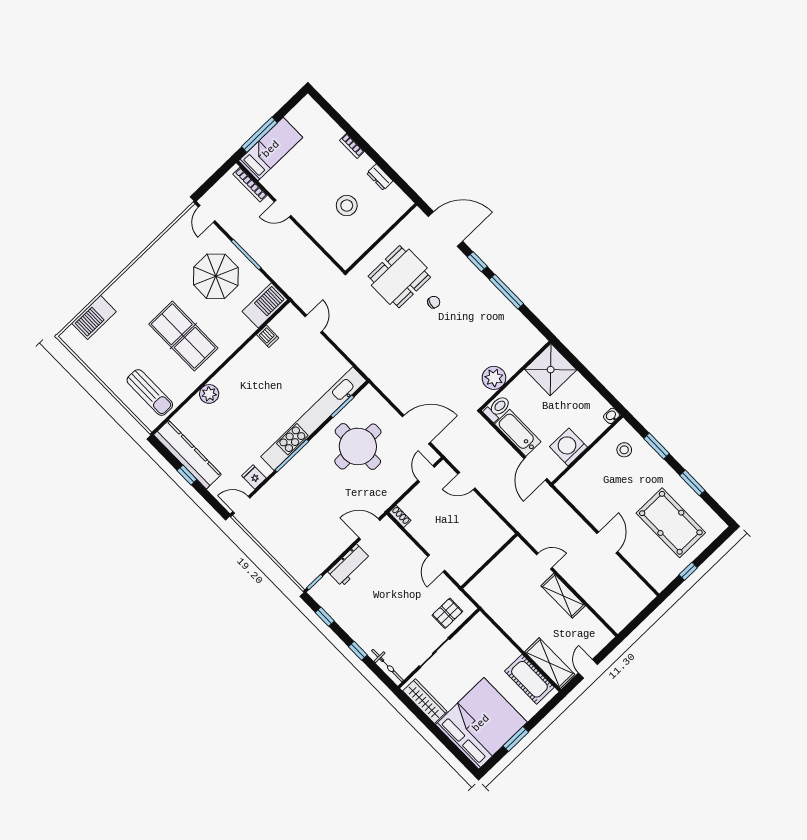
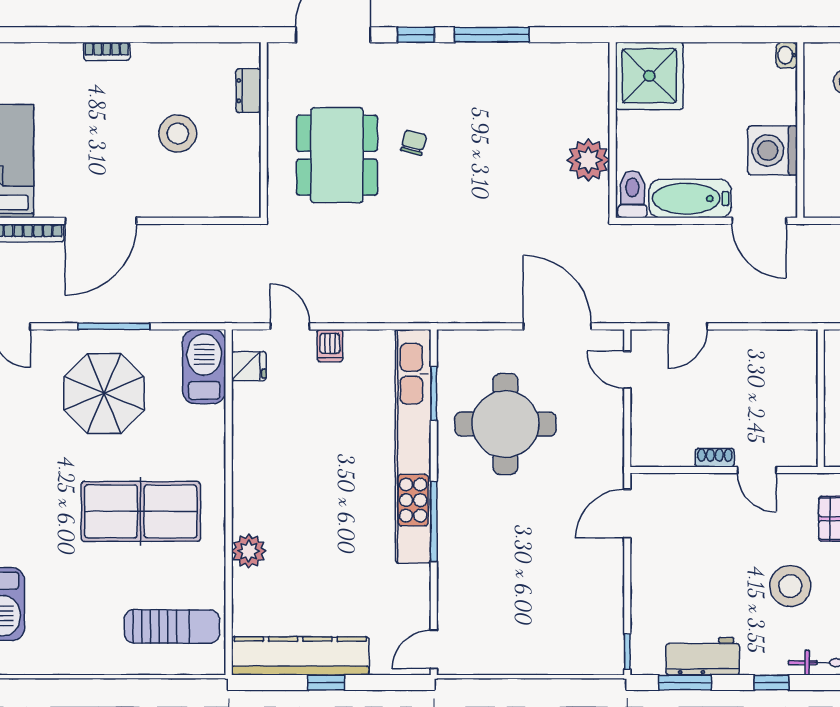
dresser: (380, 177) -> (248, 91), moved, turned 90
door: (283, 209) -> (101, 221), width x1.87
dishwasher: (268, 336) -> (330, 346), moved, turned 90
door: (416, 429) -> (557, 326), hinge flipped
fridge: (254, 477) -> (249, 366), moved, turned 180
shoe rack: (400, 516) -> (715, 458), moved
workbench: (349, 565) -> (703, 656), moved, turned -90
window: (325, 617) -> (685, 682), width x1.50
stool: (403, 621) -> (790, 586), added

